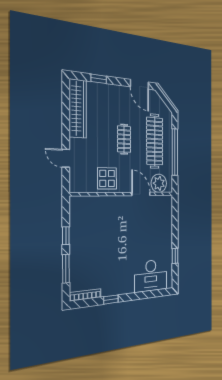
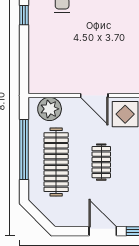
door: (139, 84) -> (103, 231), moved
door: (141, 194) -> (94, 96), moved

